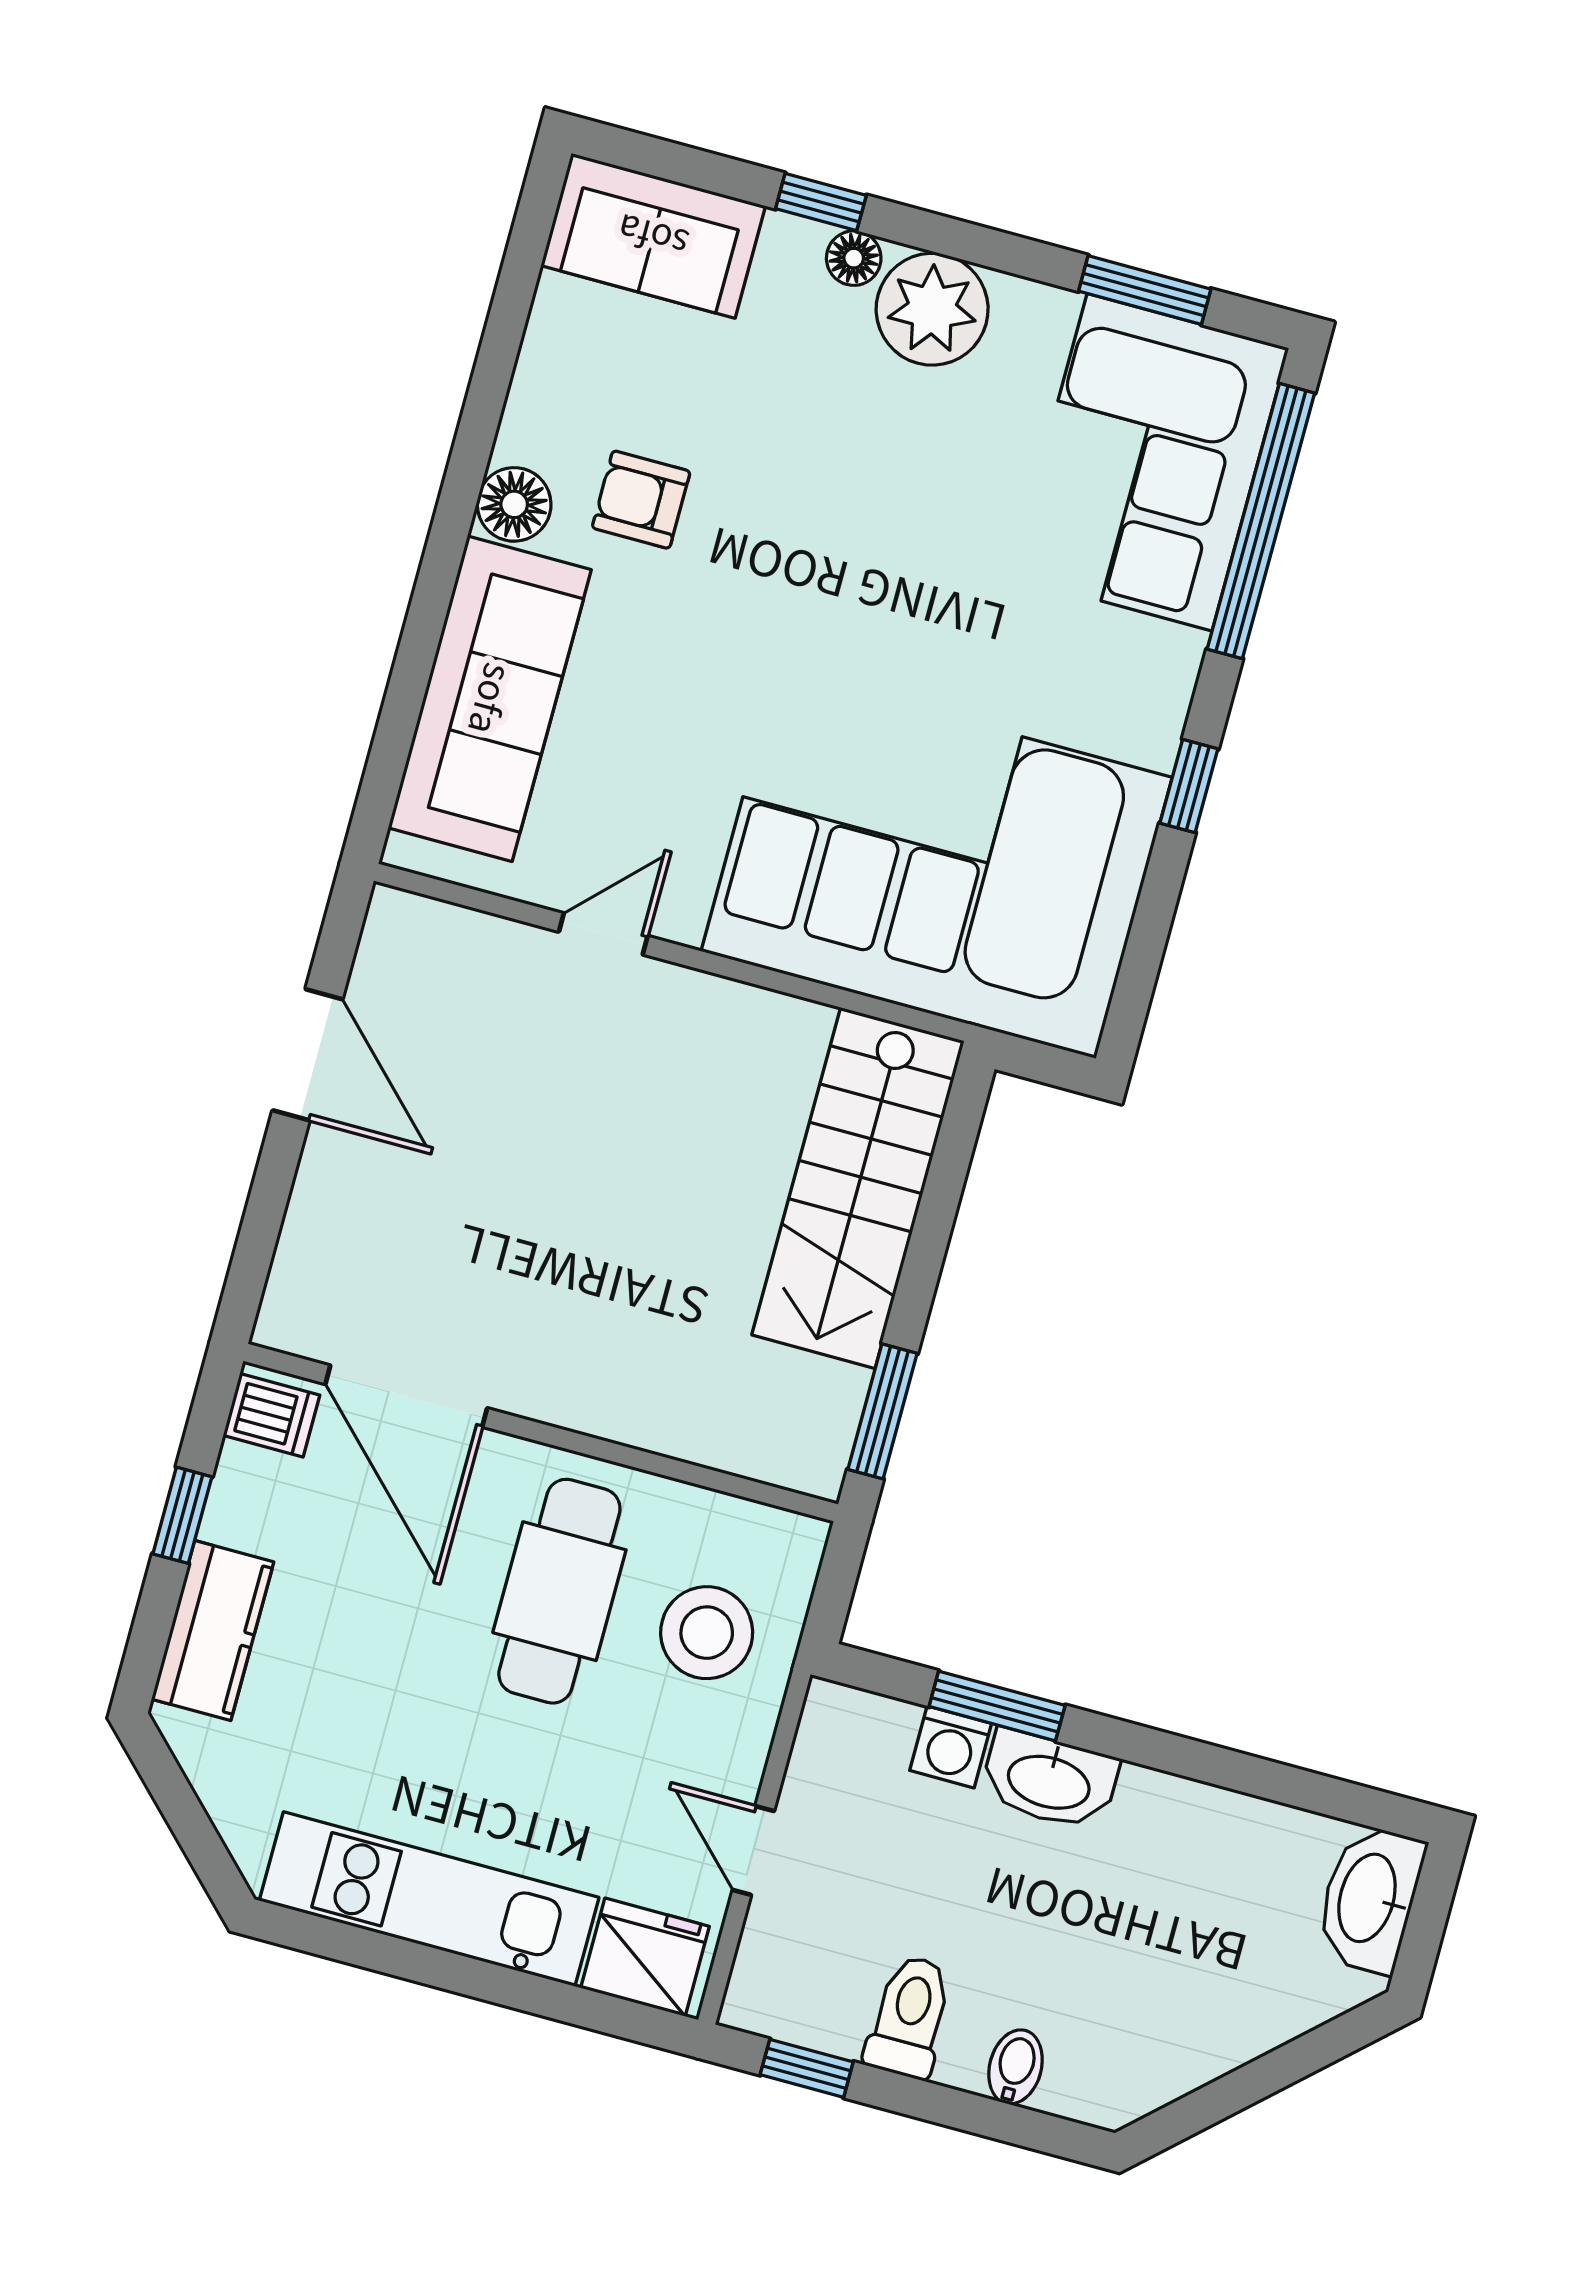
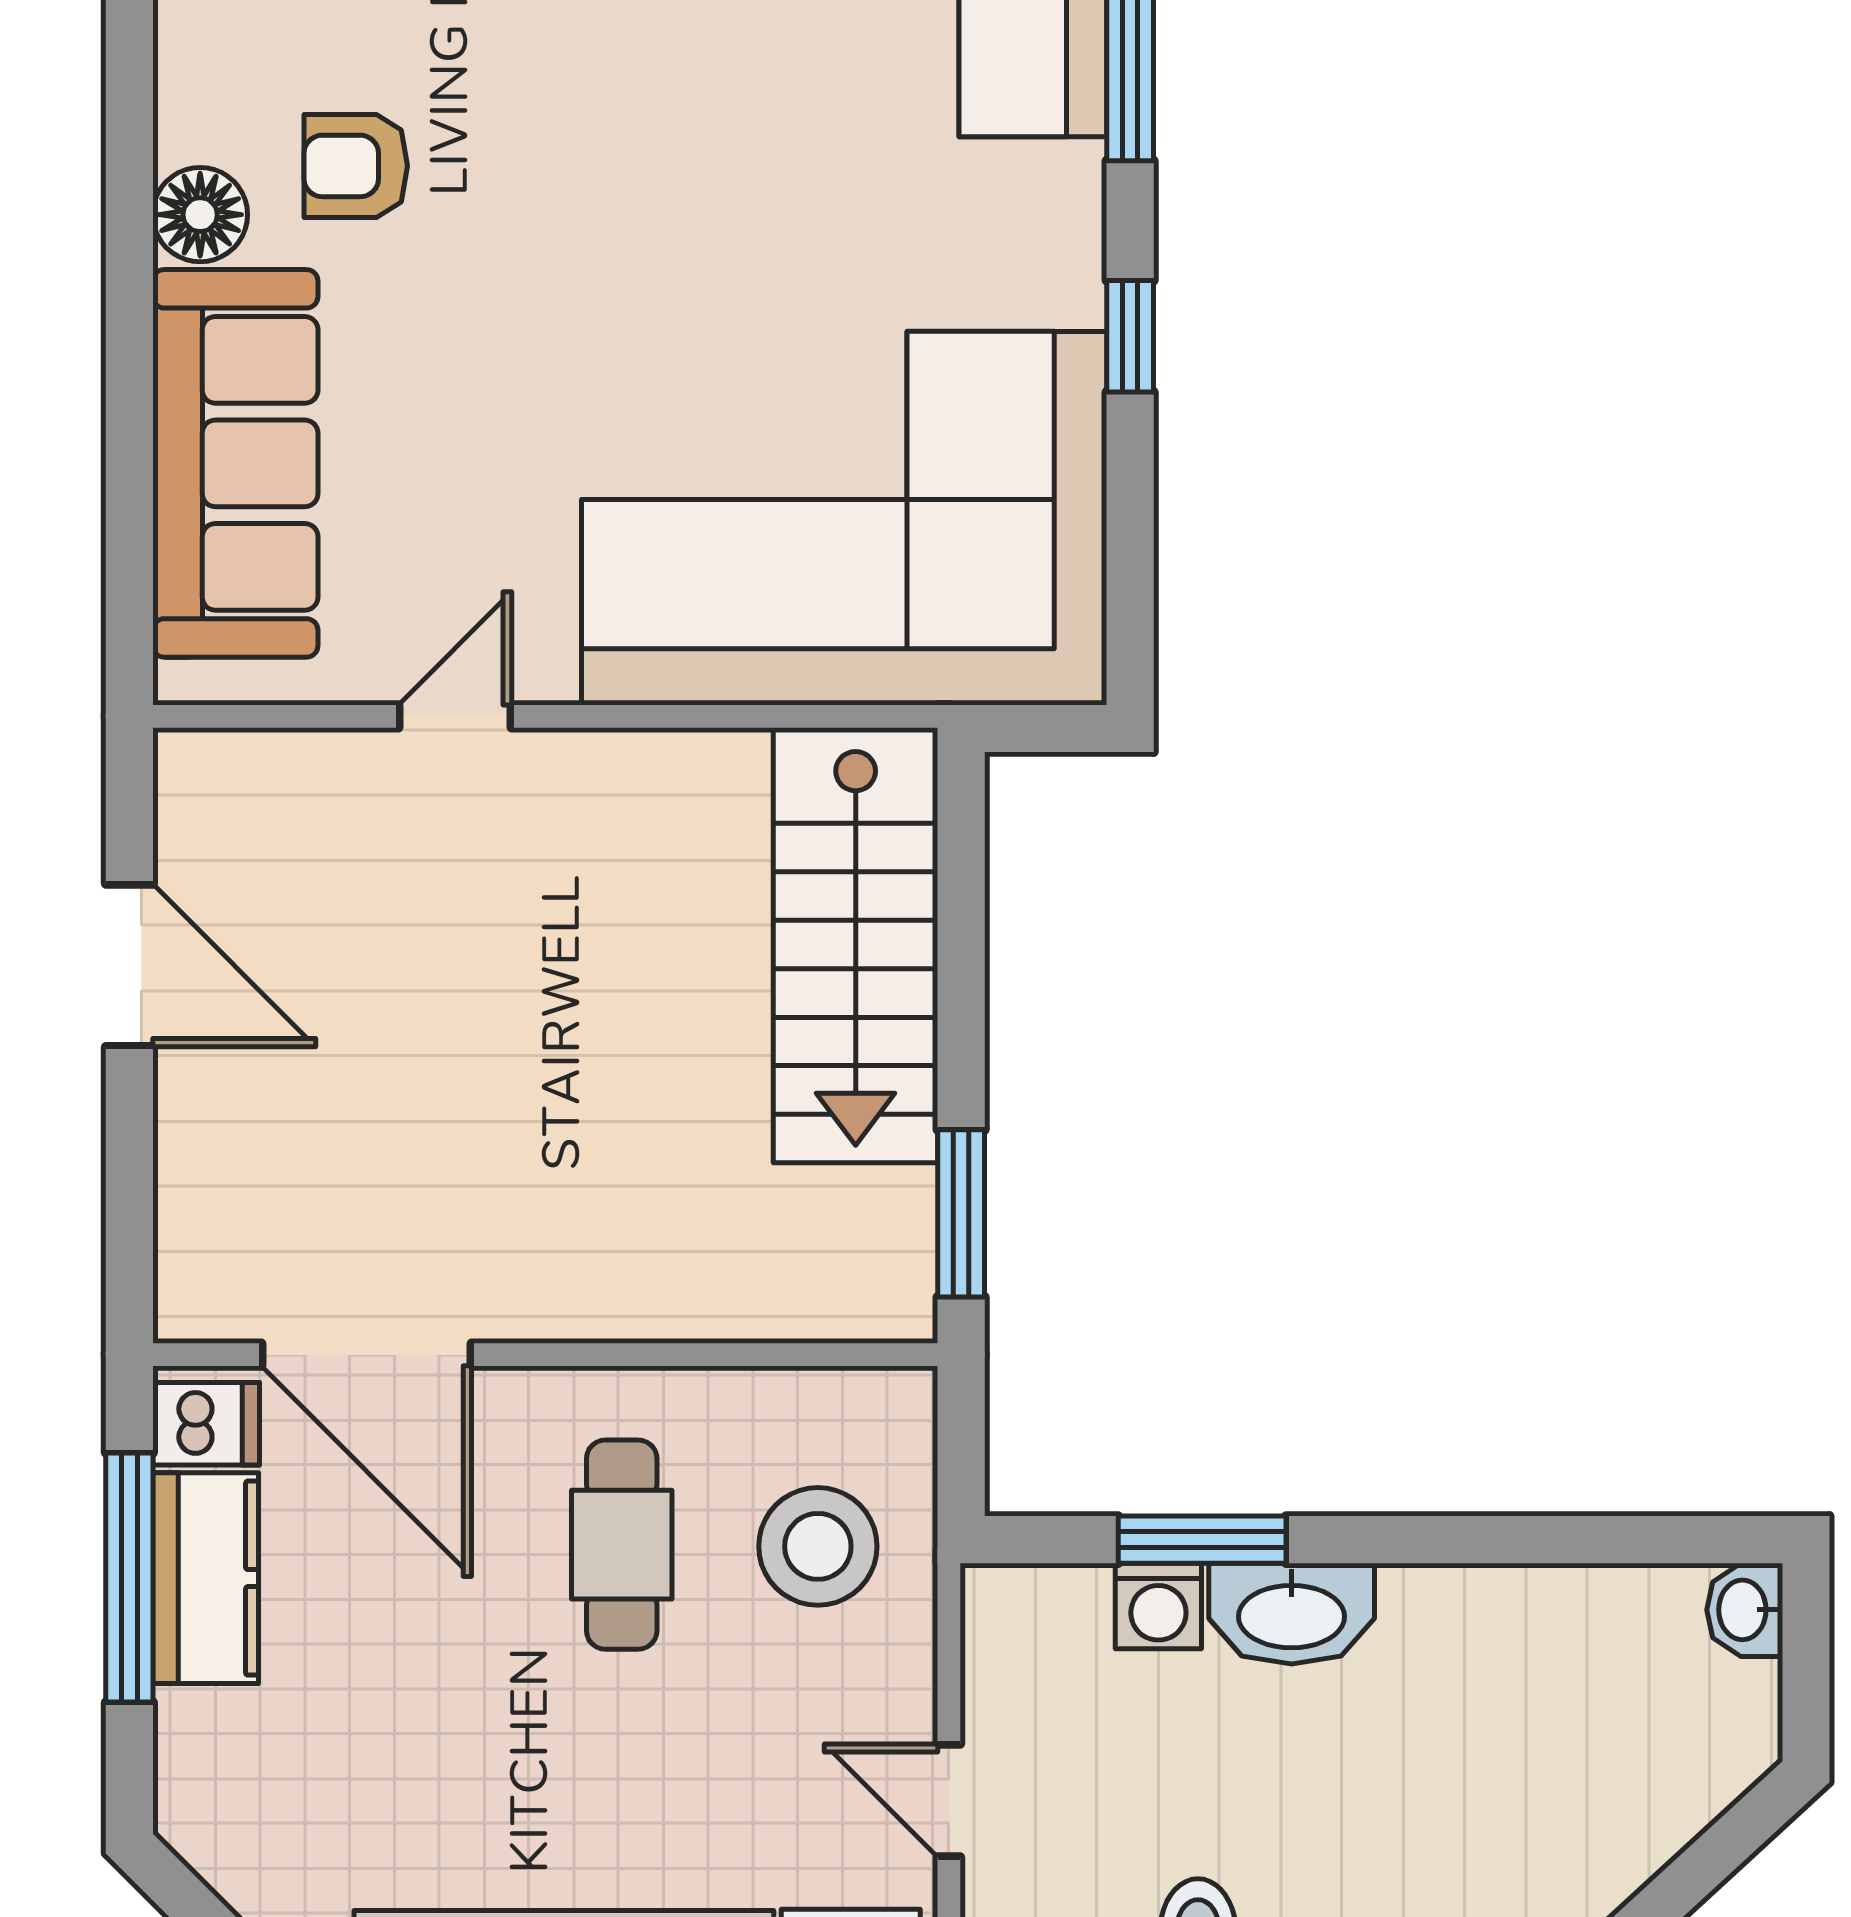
window: (182, 1515) -> (129, 1578), width x2.17
cafe table: (559, 1591) -> (622, 1545), width x0.73, depth x0.74
kitchen counter: (213, 1631) -> (206, 1578), moved
washbasin: (1369, 1899) -> (1745, 1610), width x0.52, depth x0.69

